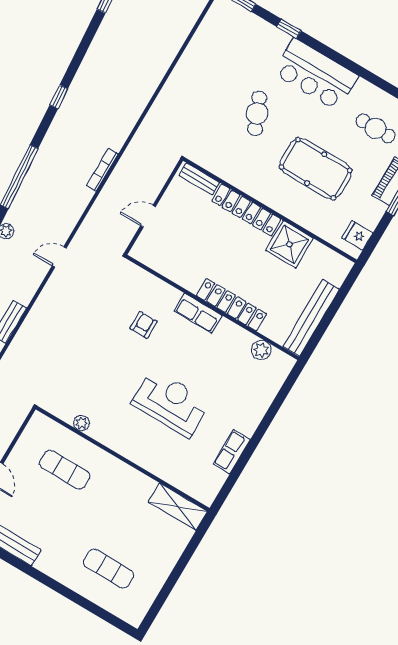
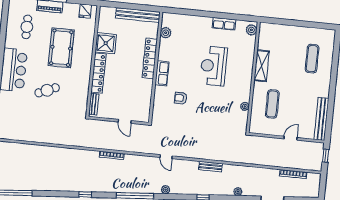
plant: (201, 492) -> (251, 30), added
shelving: (178, 507) -> (262, 66), moved

